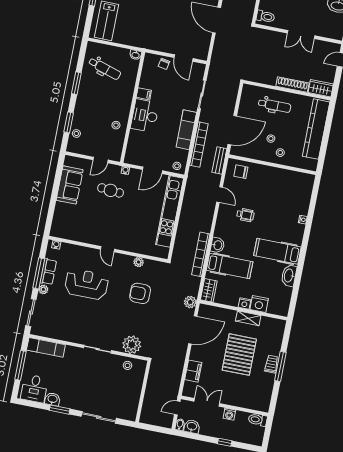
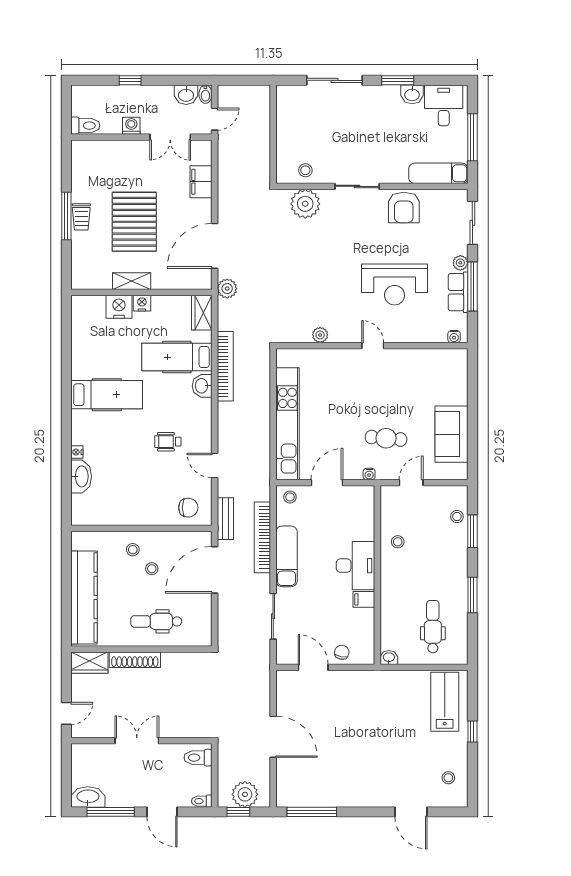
dental chair: (105, 69) -> (433, 627), turned 73
washbasin: (289, 276) -> (81, 476), moved
armchair: (140, 293) -> (404, 208), moved, turned 90

